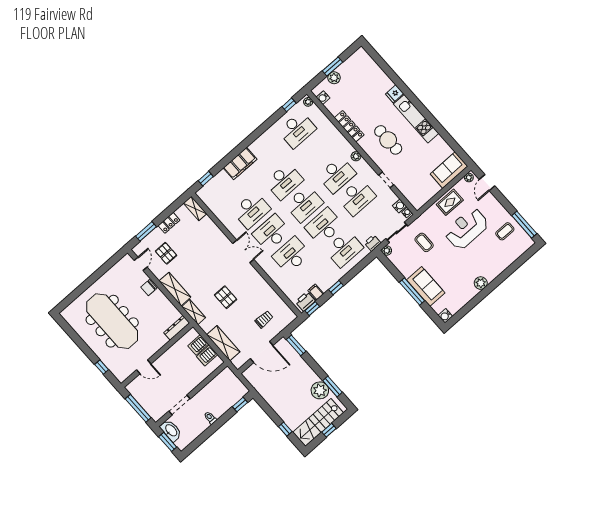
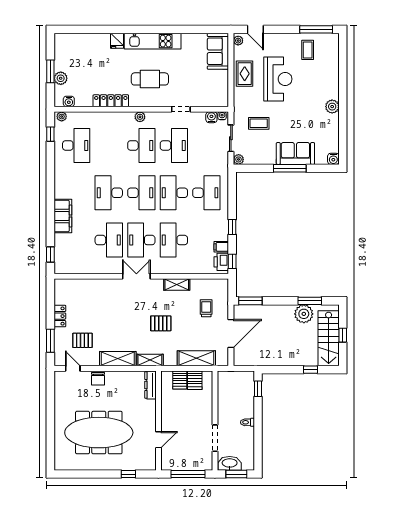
desk: (284, 181) -> (109, 193), turned 180
shelving: (195, 208) -> (177, 285), moved
reception desk: (467, 229) -> (278, 79), turned 180
printer: (372, 243) -> (222, 166), removed

